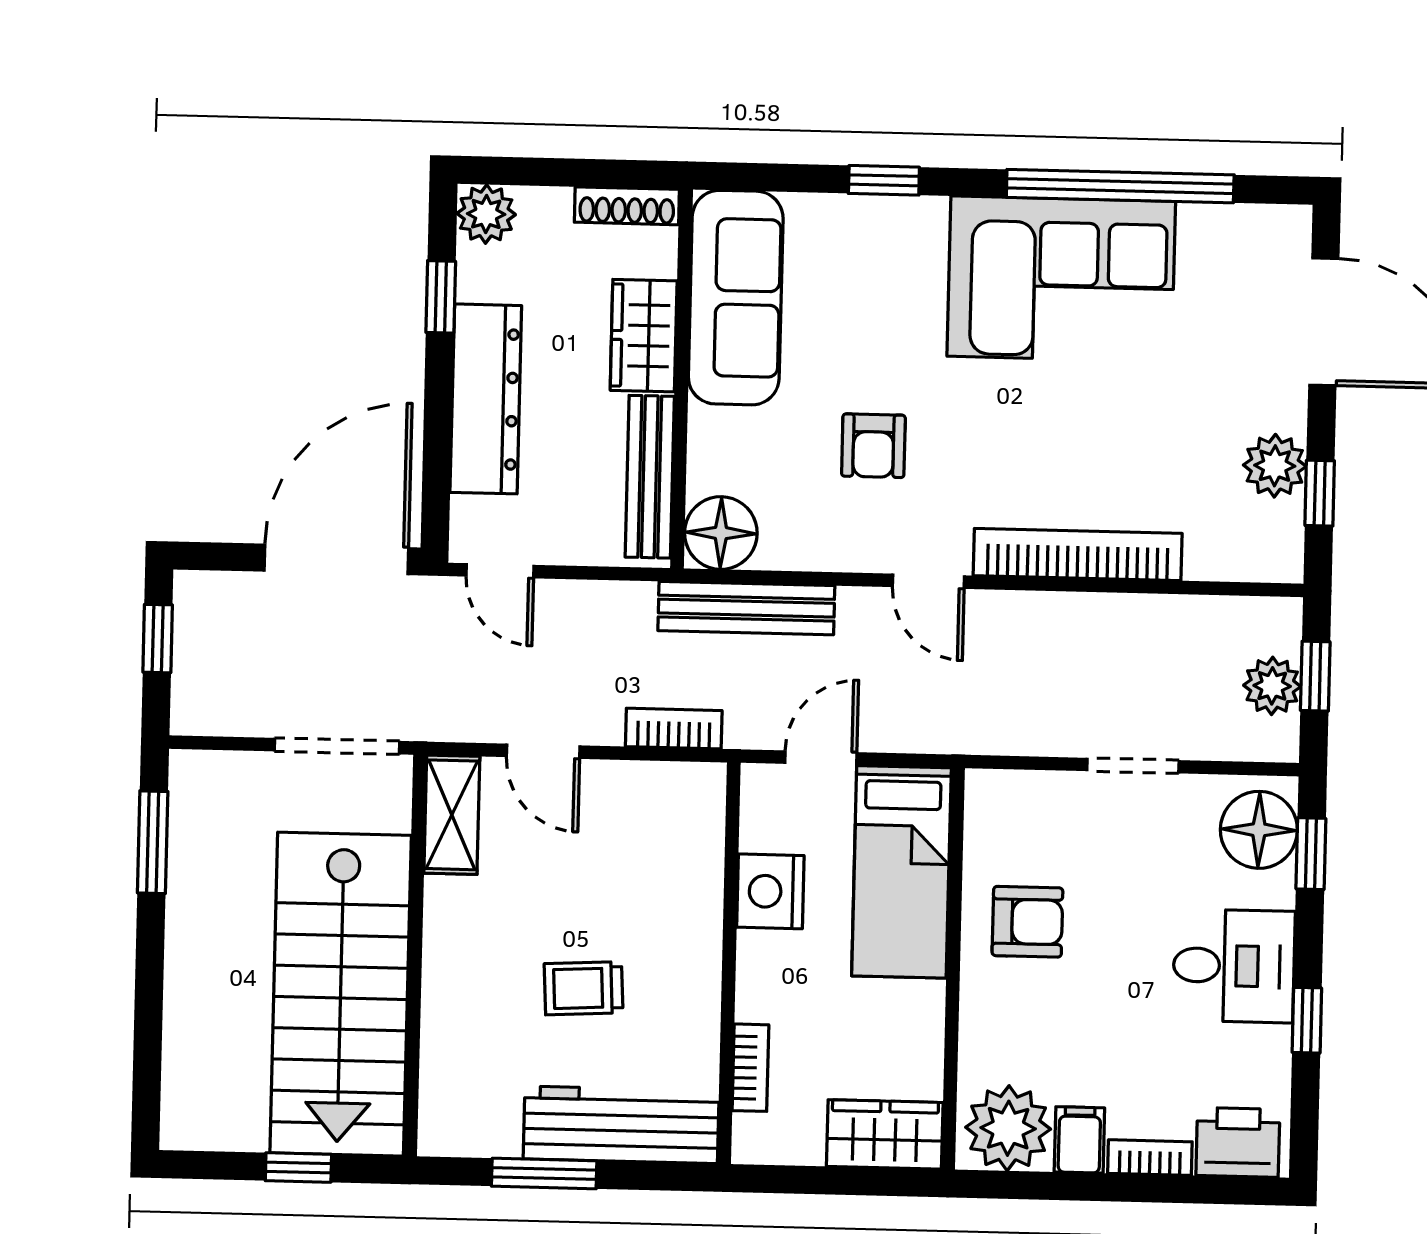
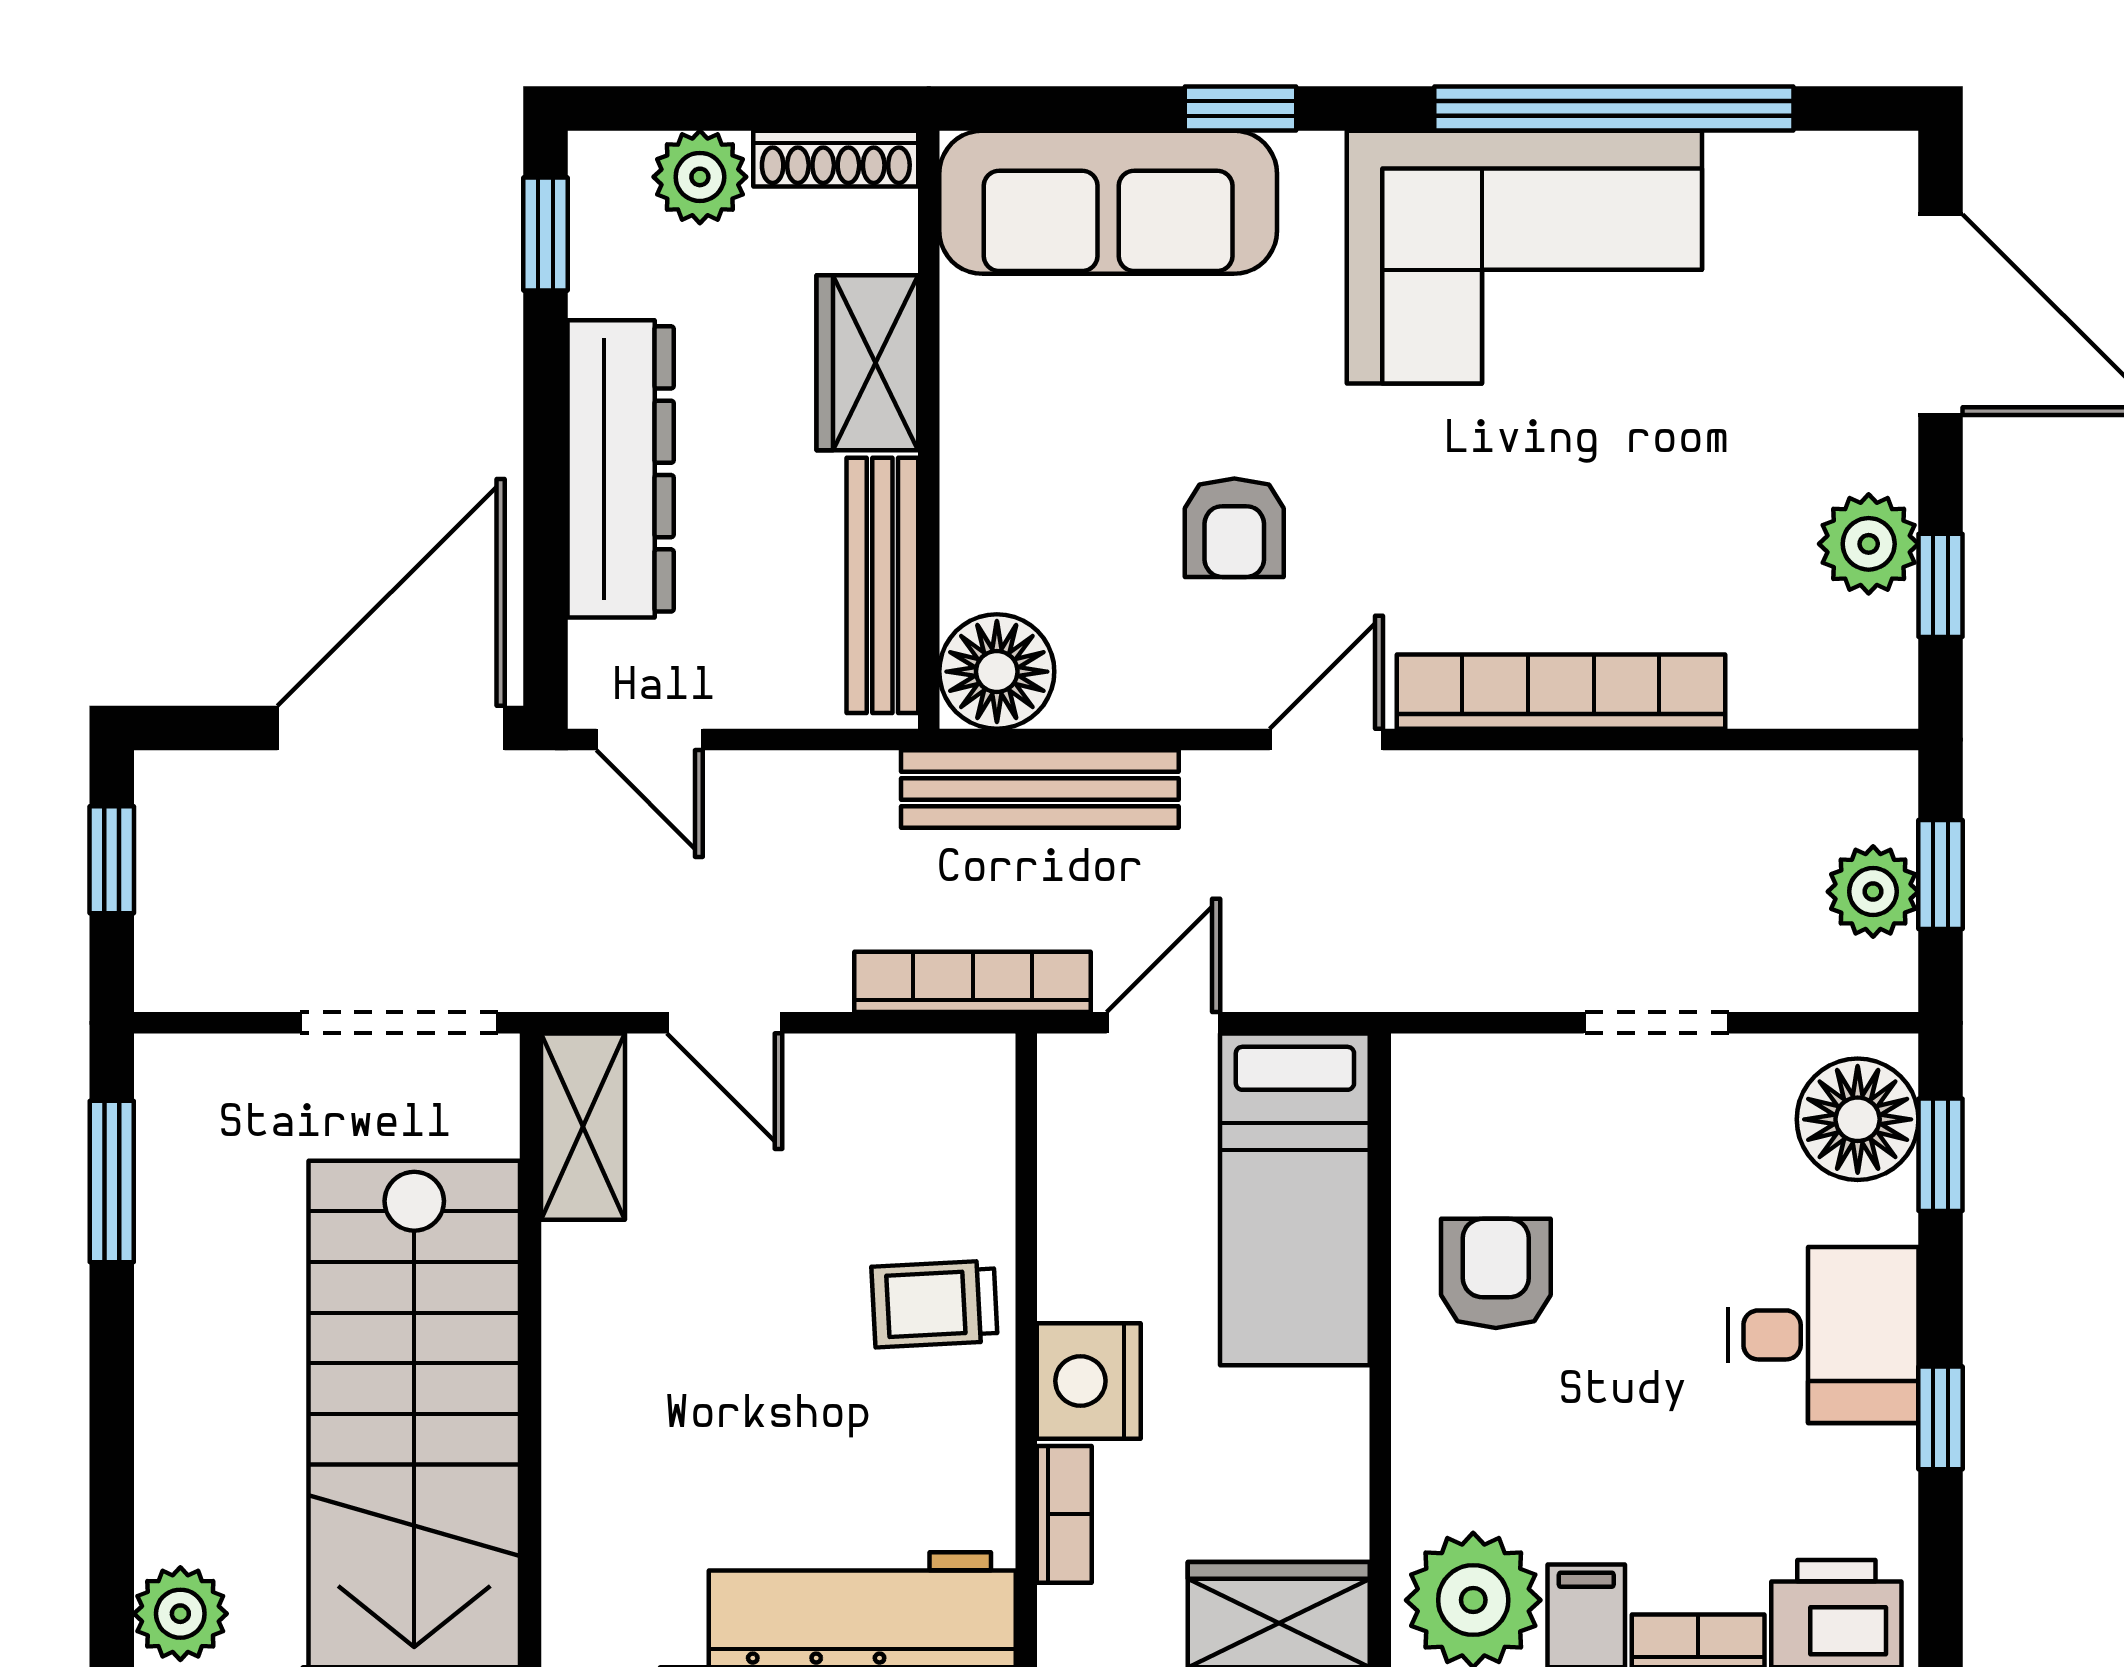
plant: (486, 214) -> (700, 177), moved
window: (441, 297) -> (545, 234), moved
sofa: (736, 298) -> (1108, 202), moved, turned 90
door: (928, 581) -> (1326, 740), swing flipped
bookcase: (674, 729) -> (973, 982), width x1.56
nightstand: (770, 891) -> (1089, 1381), moved
armchair: (1027, 922) -> (1496, 1273), turned -90
trolley: (584, 988) -> (934, 1304), moved
plant: (189, 1117) -> (180, 1614), added

